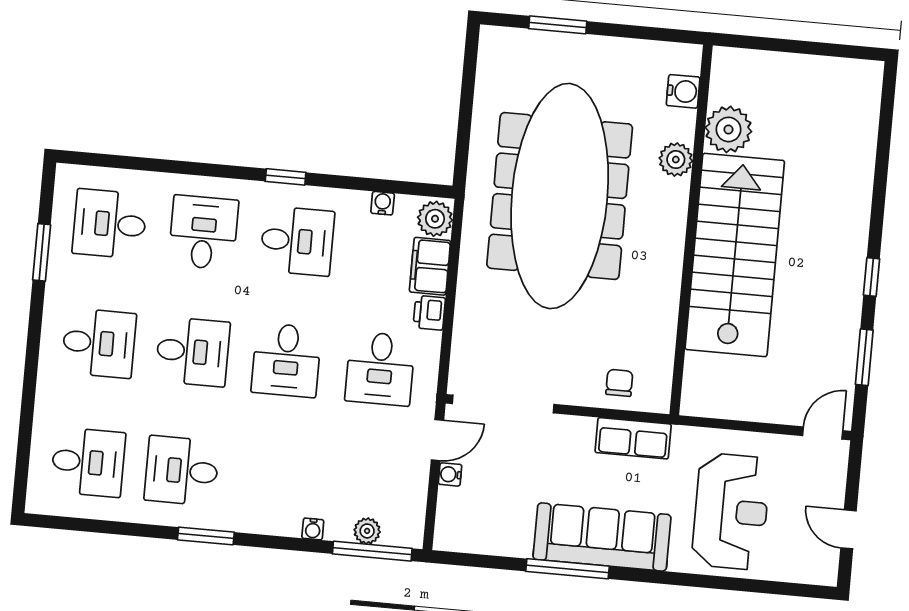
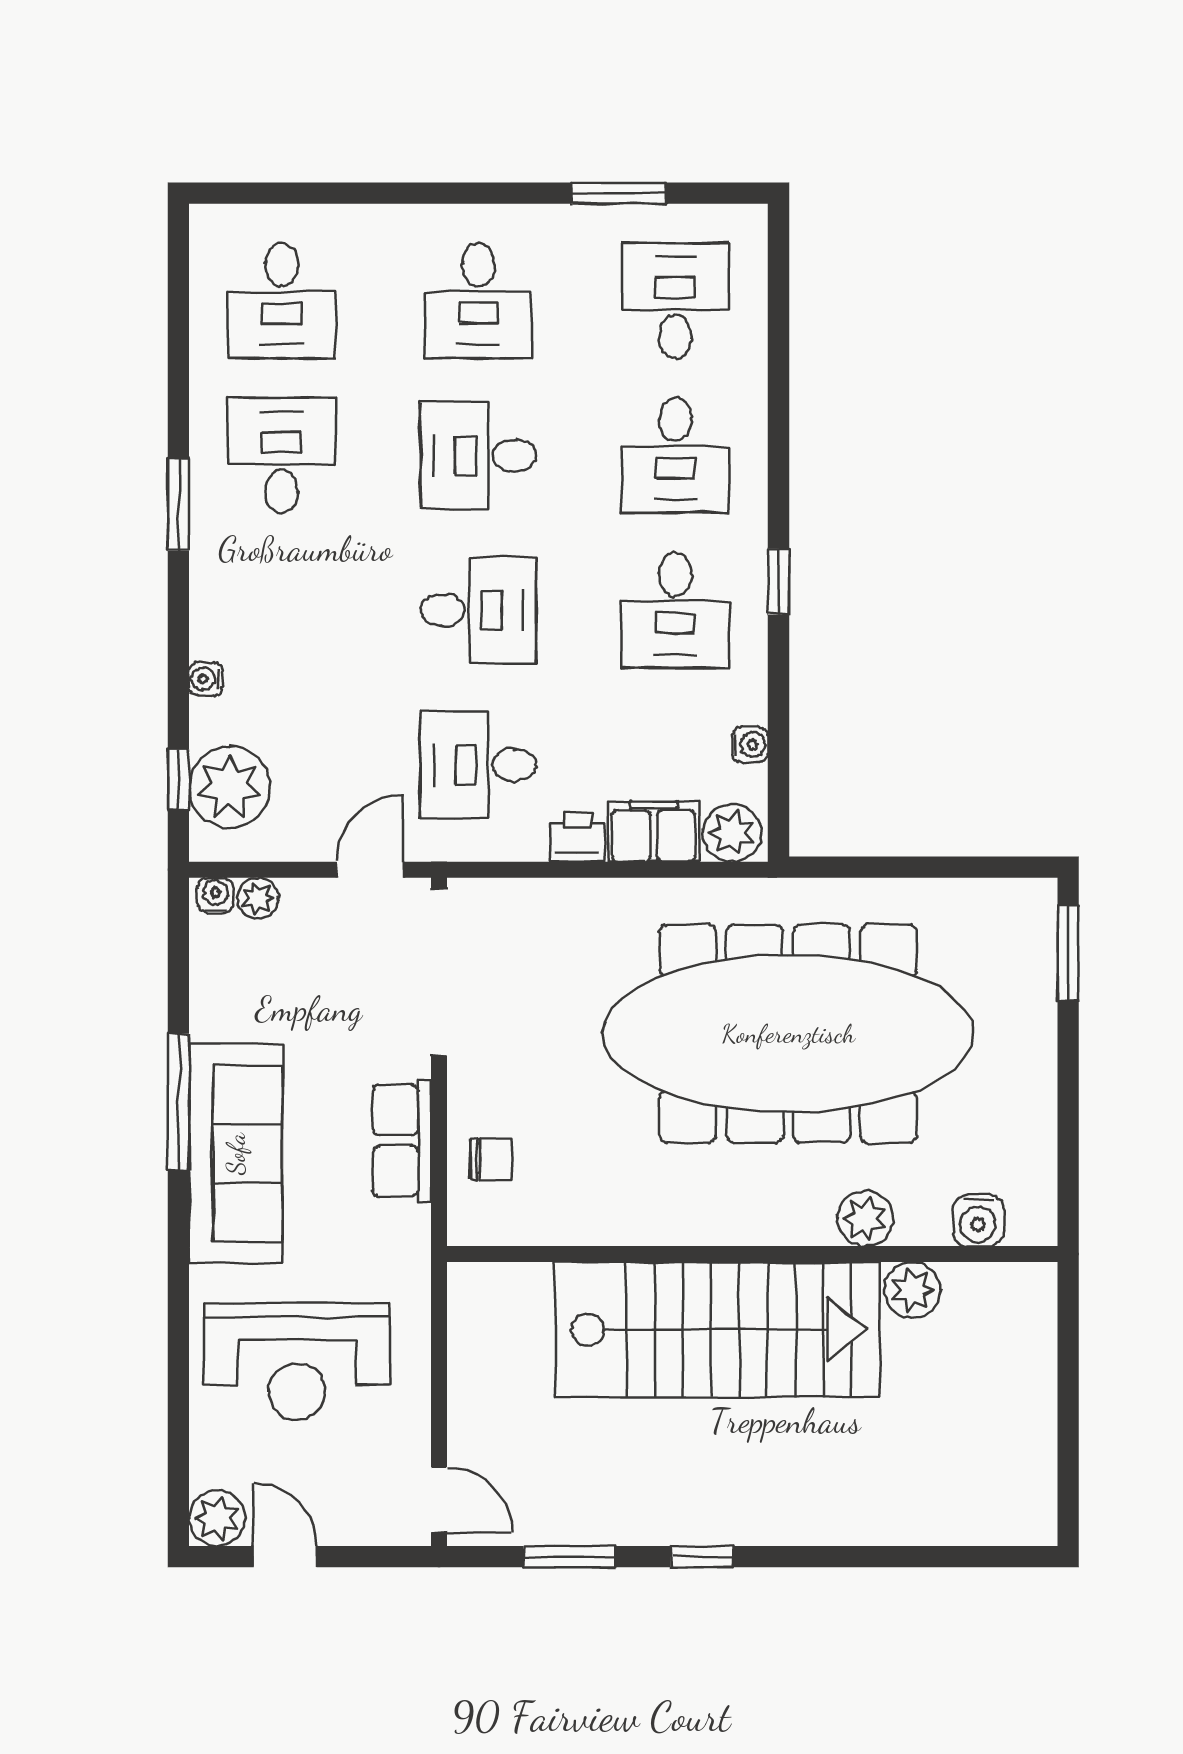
window: (558, 25) -> (1068, 953), moved
plant: (728, 129) -> (912, 1290), width x0.73, depth x0.73
desk: (203, 232) -> (675, 455), turned 90
desk: (193, 352) -> (478, 455), turned 90
desk: (286, 360) -> (478, 610), turned 180
row of seats: (633, 438) -> (402, 1141), moved
door: (437, 440) -> (370, 870), swing flipped
water cooler: (450, 474) -> (215, 896), moved
plant: (448, 509) -> (258, 898), added
door: (849, 529) -> (285, 1557), hinge flipped
plant: (367, 531) -> (230, 787), width x1.88, depth x1.88
window: (372, 551) -> (178, 780), width x0.46
plant: (821, 568) -> (217, 1518), added

